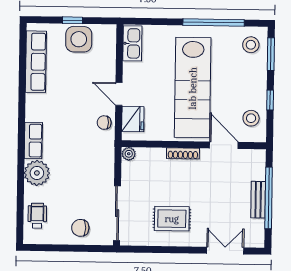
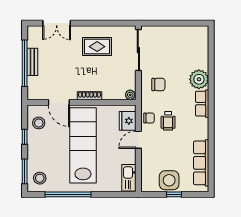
door: (119, 94) -> (138, 140), swing flipped
wheelchair: (37, 216) -> (168, 121), moved
chair: (80, 228) -> (158, 84), moved

